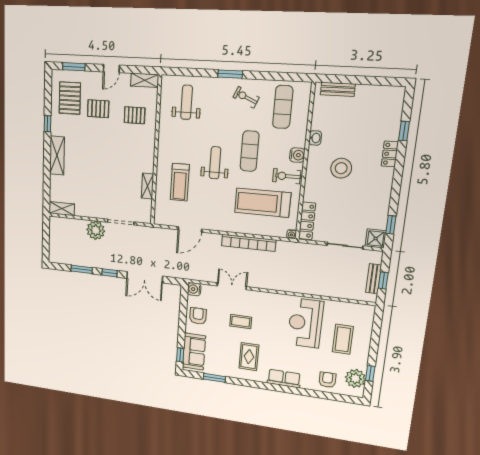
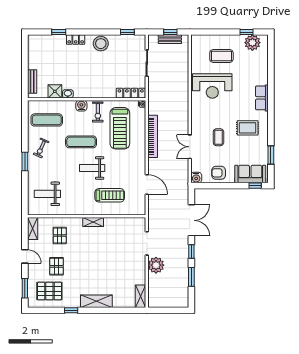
stool: (341, 168) -> (101, 44), moved
shelving: (147, 186) -> (93, 222), moved
shower: (376, 239) -> (55, 91), moved
armchair: (327, 380) -> (257, 64), removed

